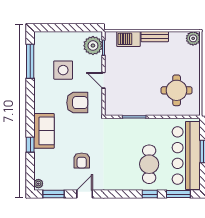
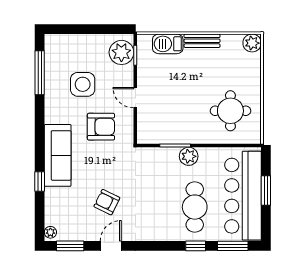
plant: (144, 125) -> (189, 156), added
sofa: (44, 131) -> (58, 155), width x1.36
armchair: (82, 160) -> (107, 202), turned 116

